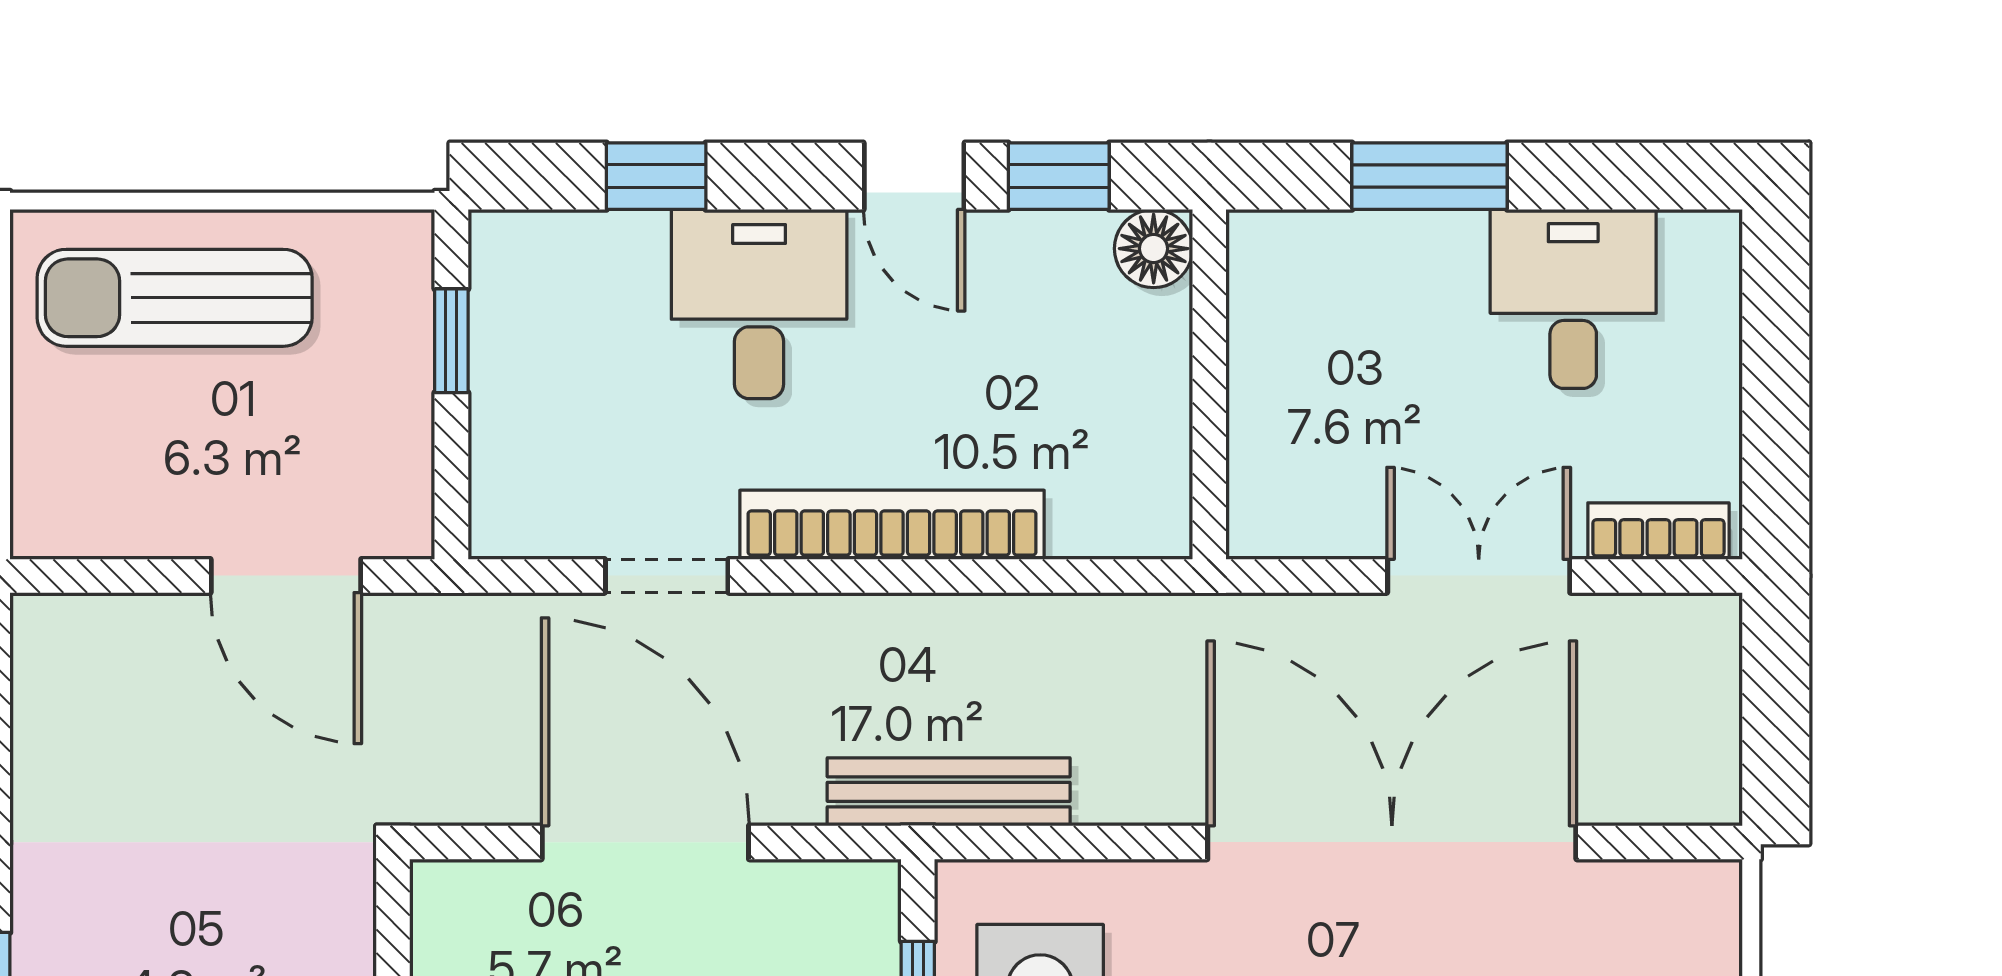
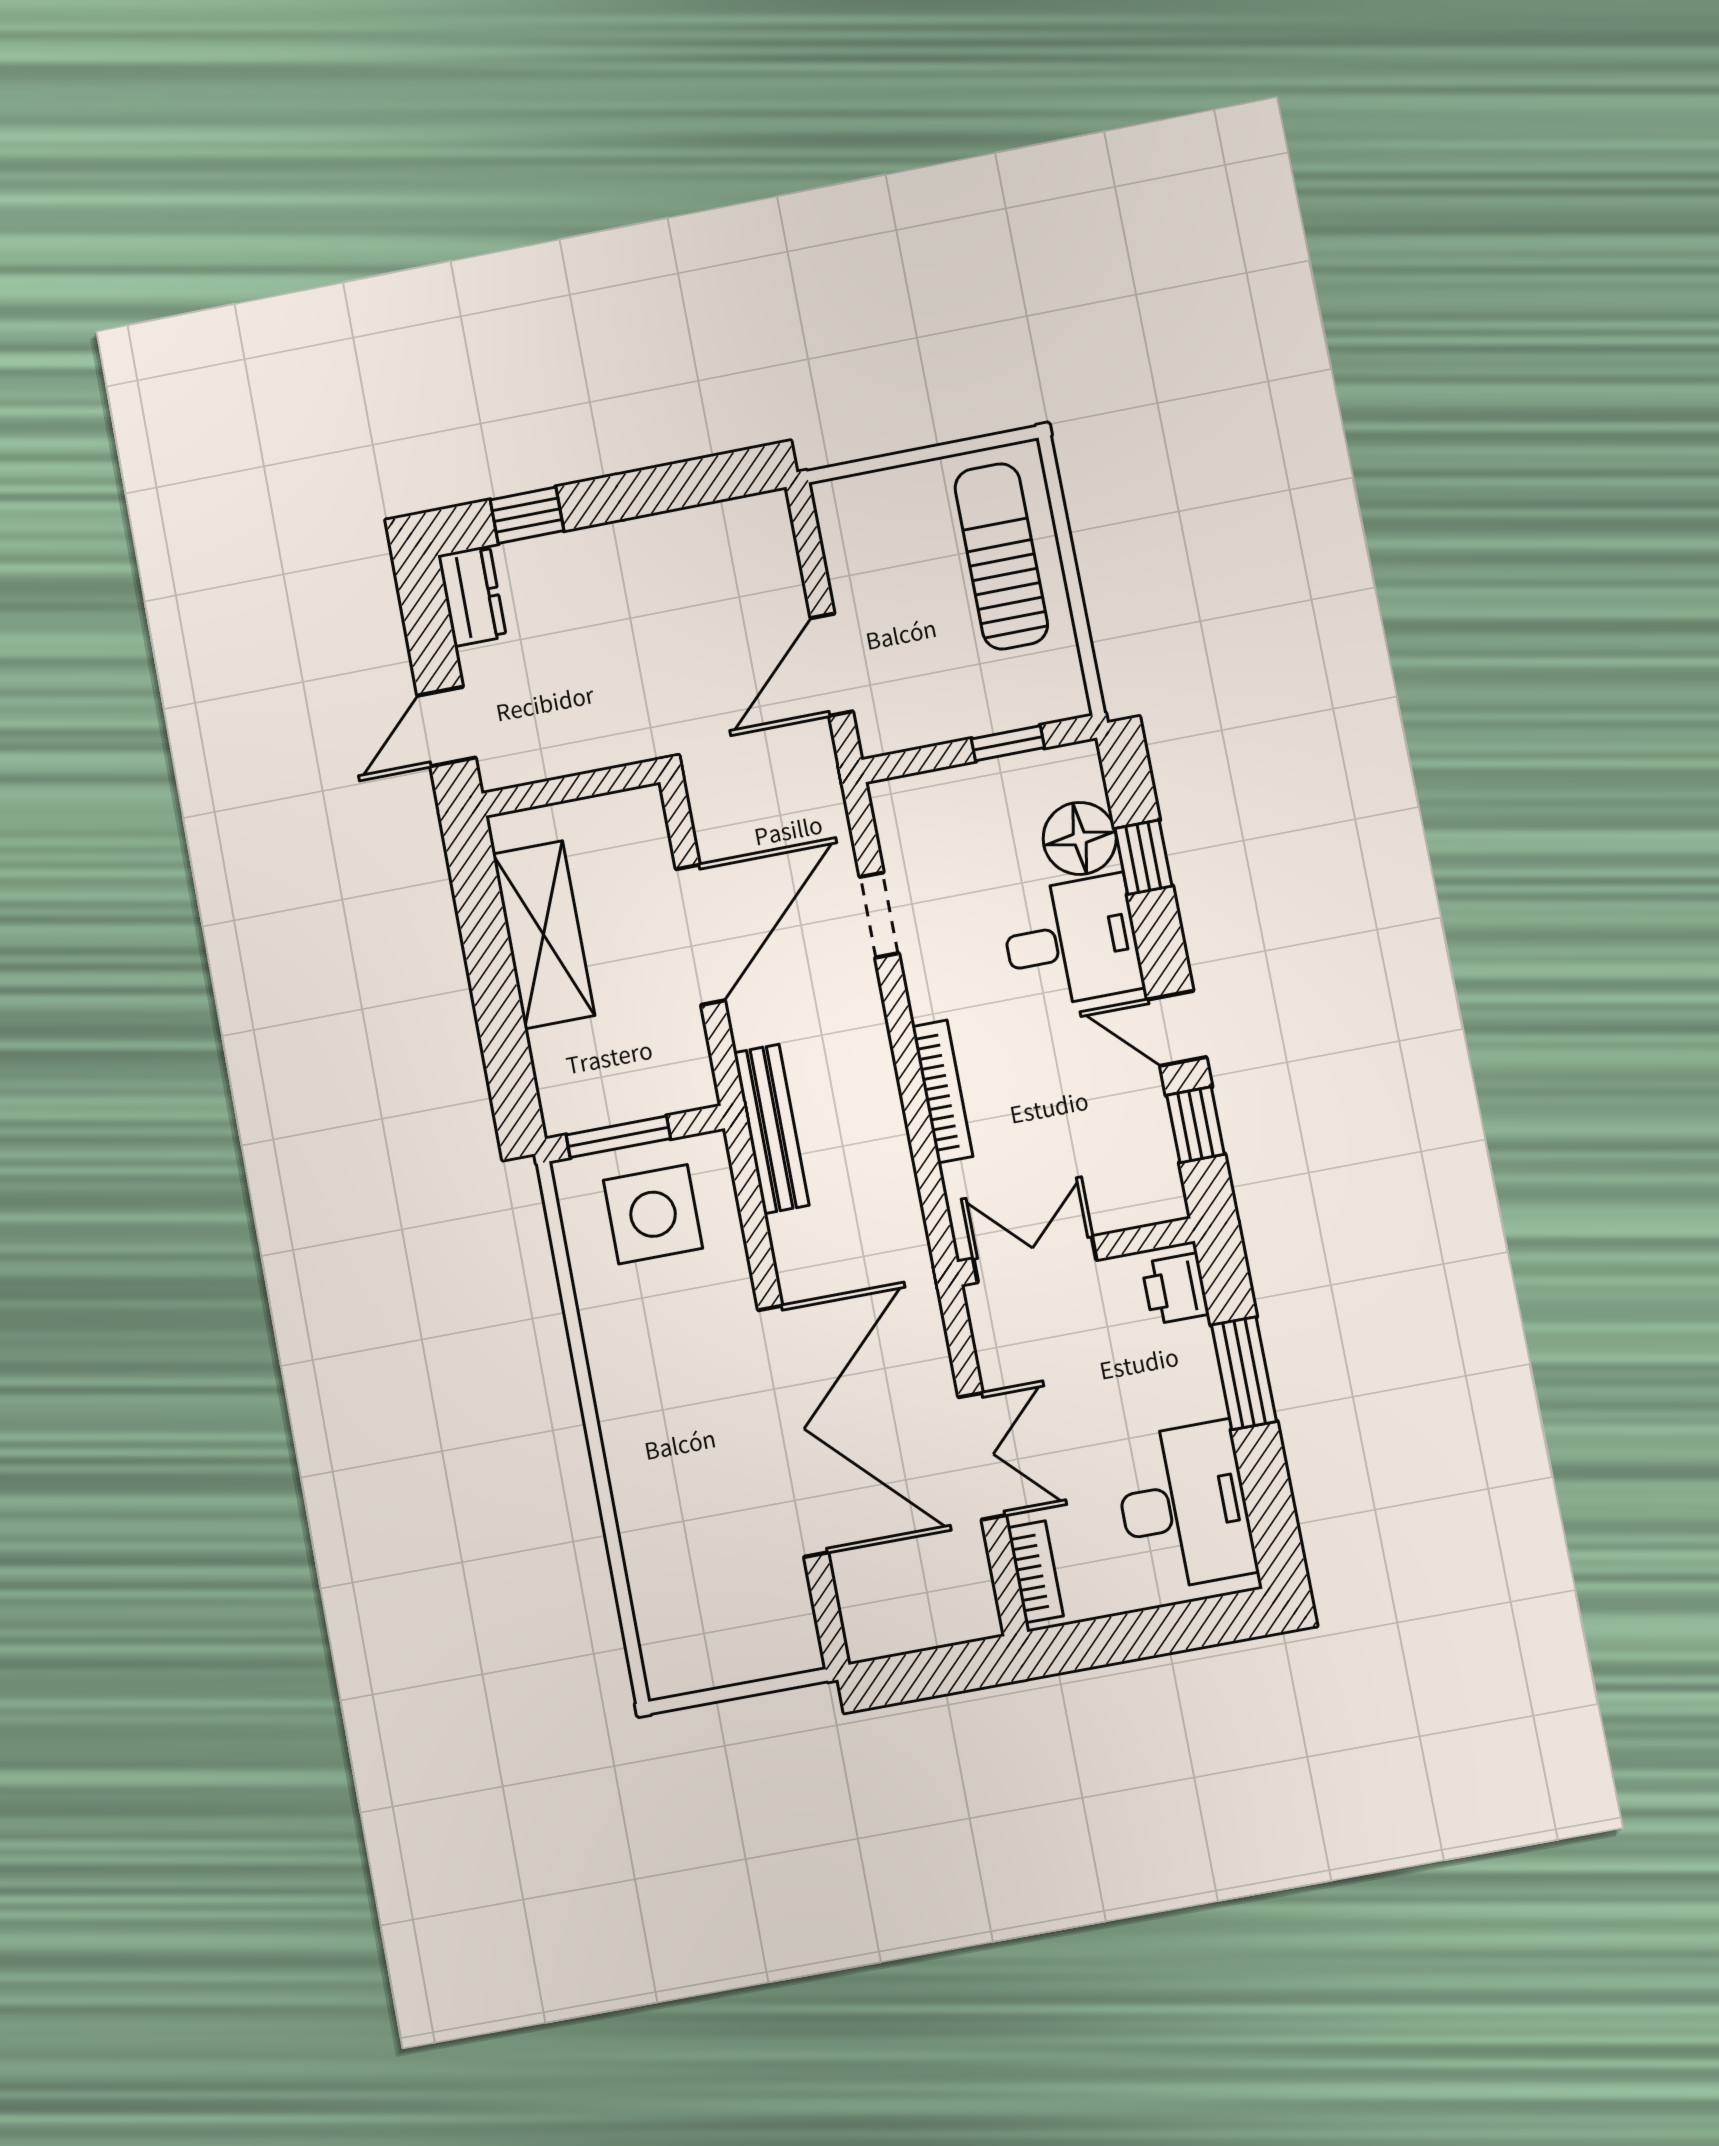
door: (914, 176) -> (1177, 1028), hinge flipped
floor lamp: (1154, 249) -> (1080, 838), moved, width x1.38, depth x1.38
printer: (1290, 251) -> (1175, 1289), added
desk: (1573, 299) -> (1184, 1506), width x1.37
double door: (1209, 445) -> (1035, 1259), added
bookcase: (892, 525) -> (942, 1092), width x0.68, depth x0.76

